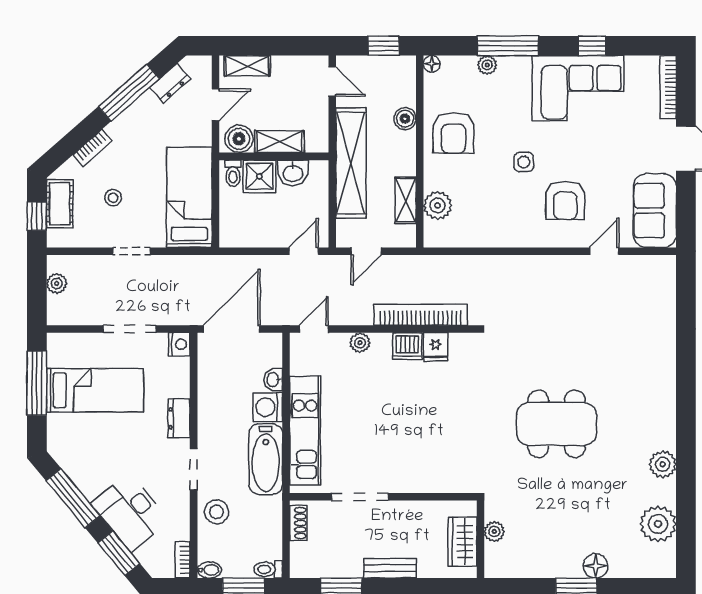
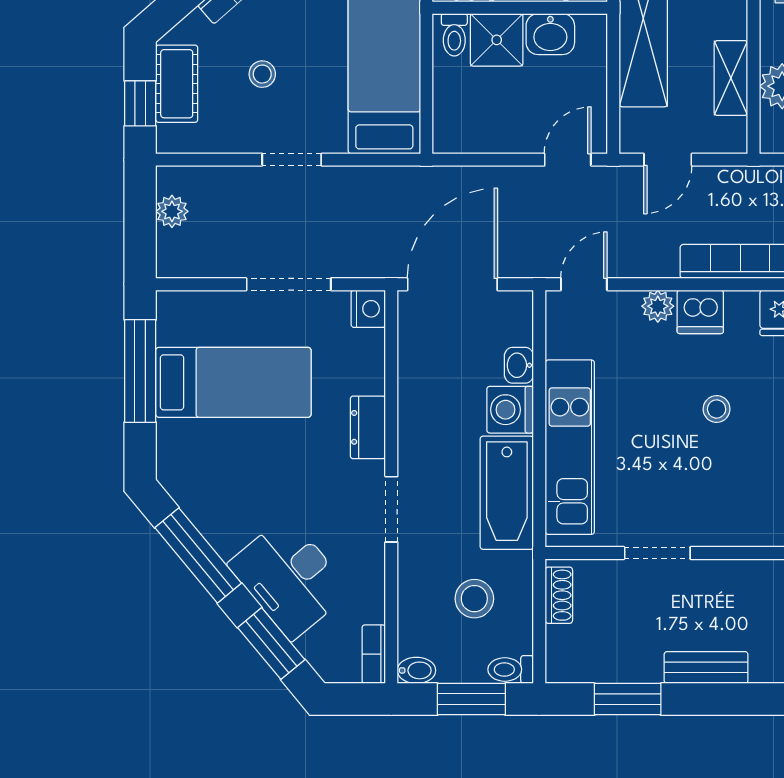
dishwasher: (407, 346) -> (700, 312), moved
stool: (397, 407) -> (717, 409), added
doorway: (360, 497) -> (657, 553), width x0.73
stool: (217, 512) -> (474, 599), moved

